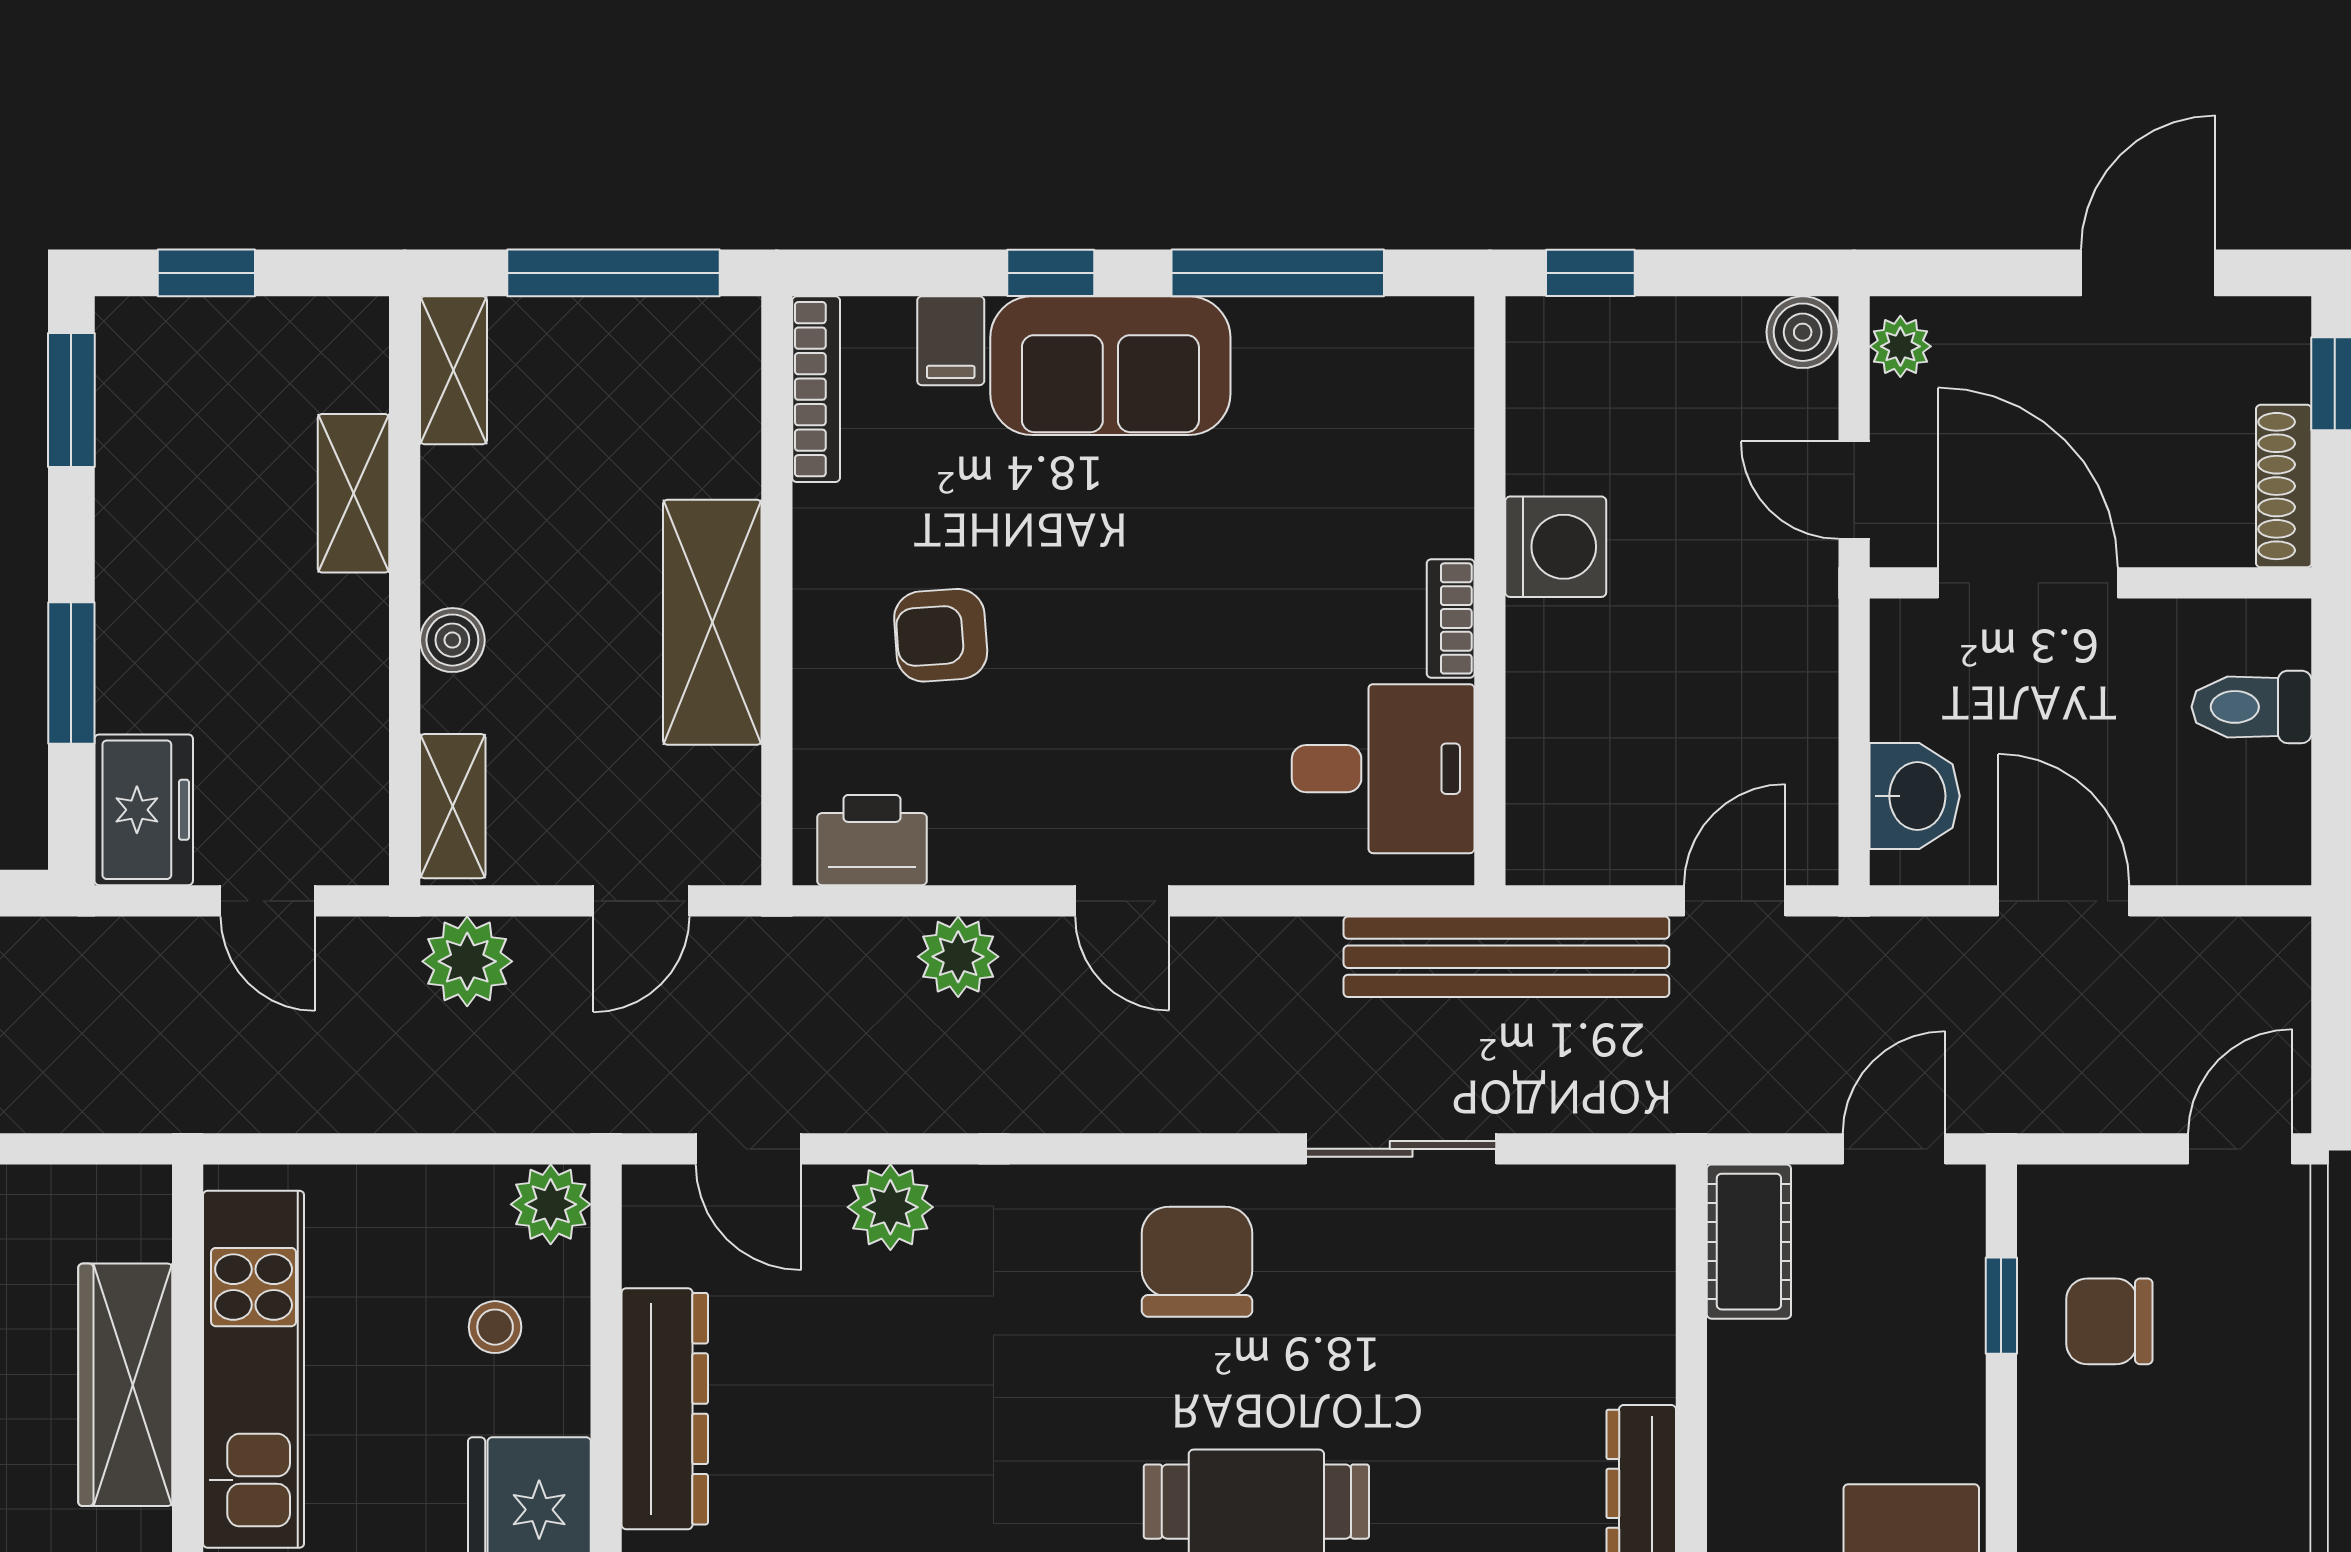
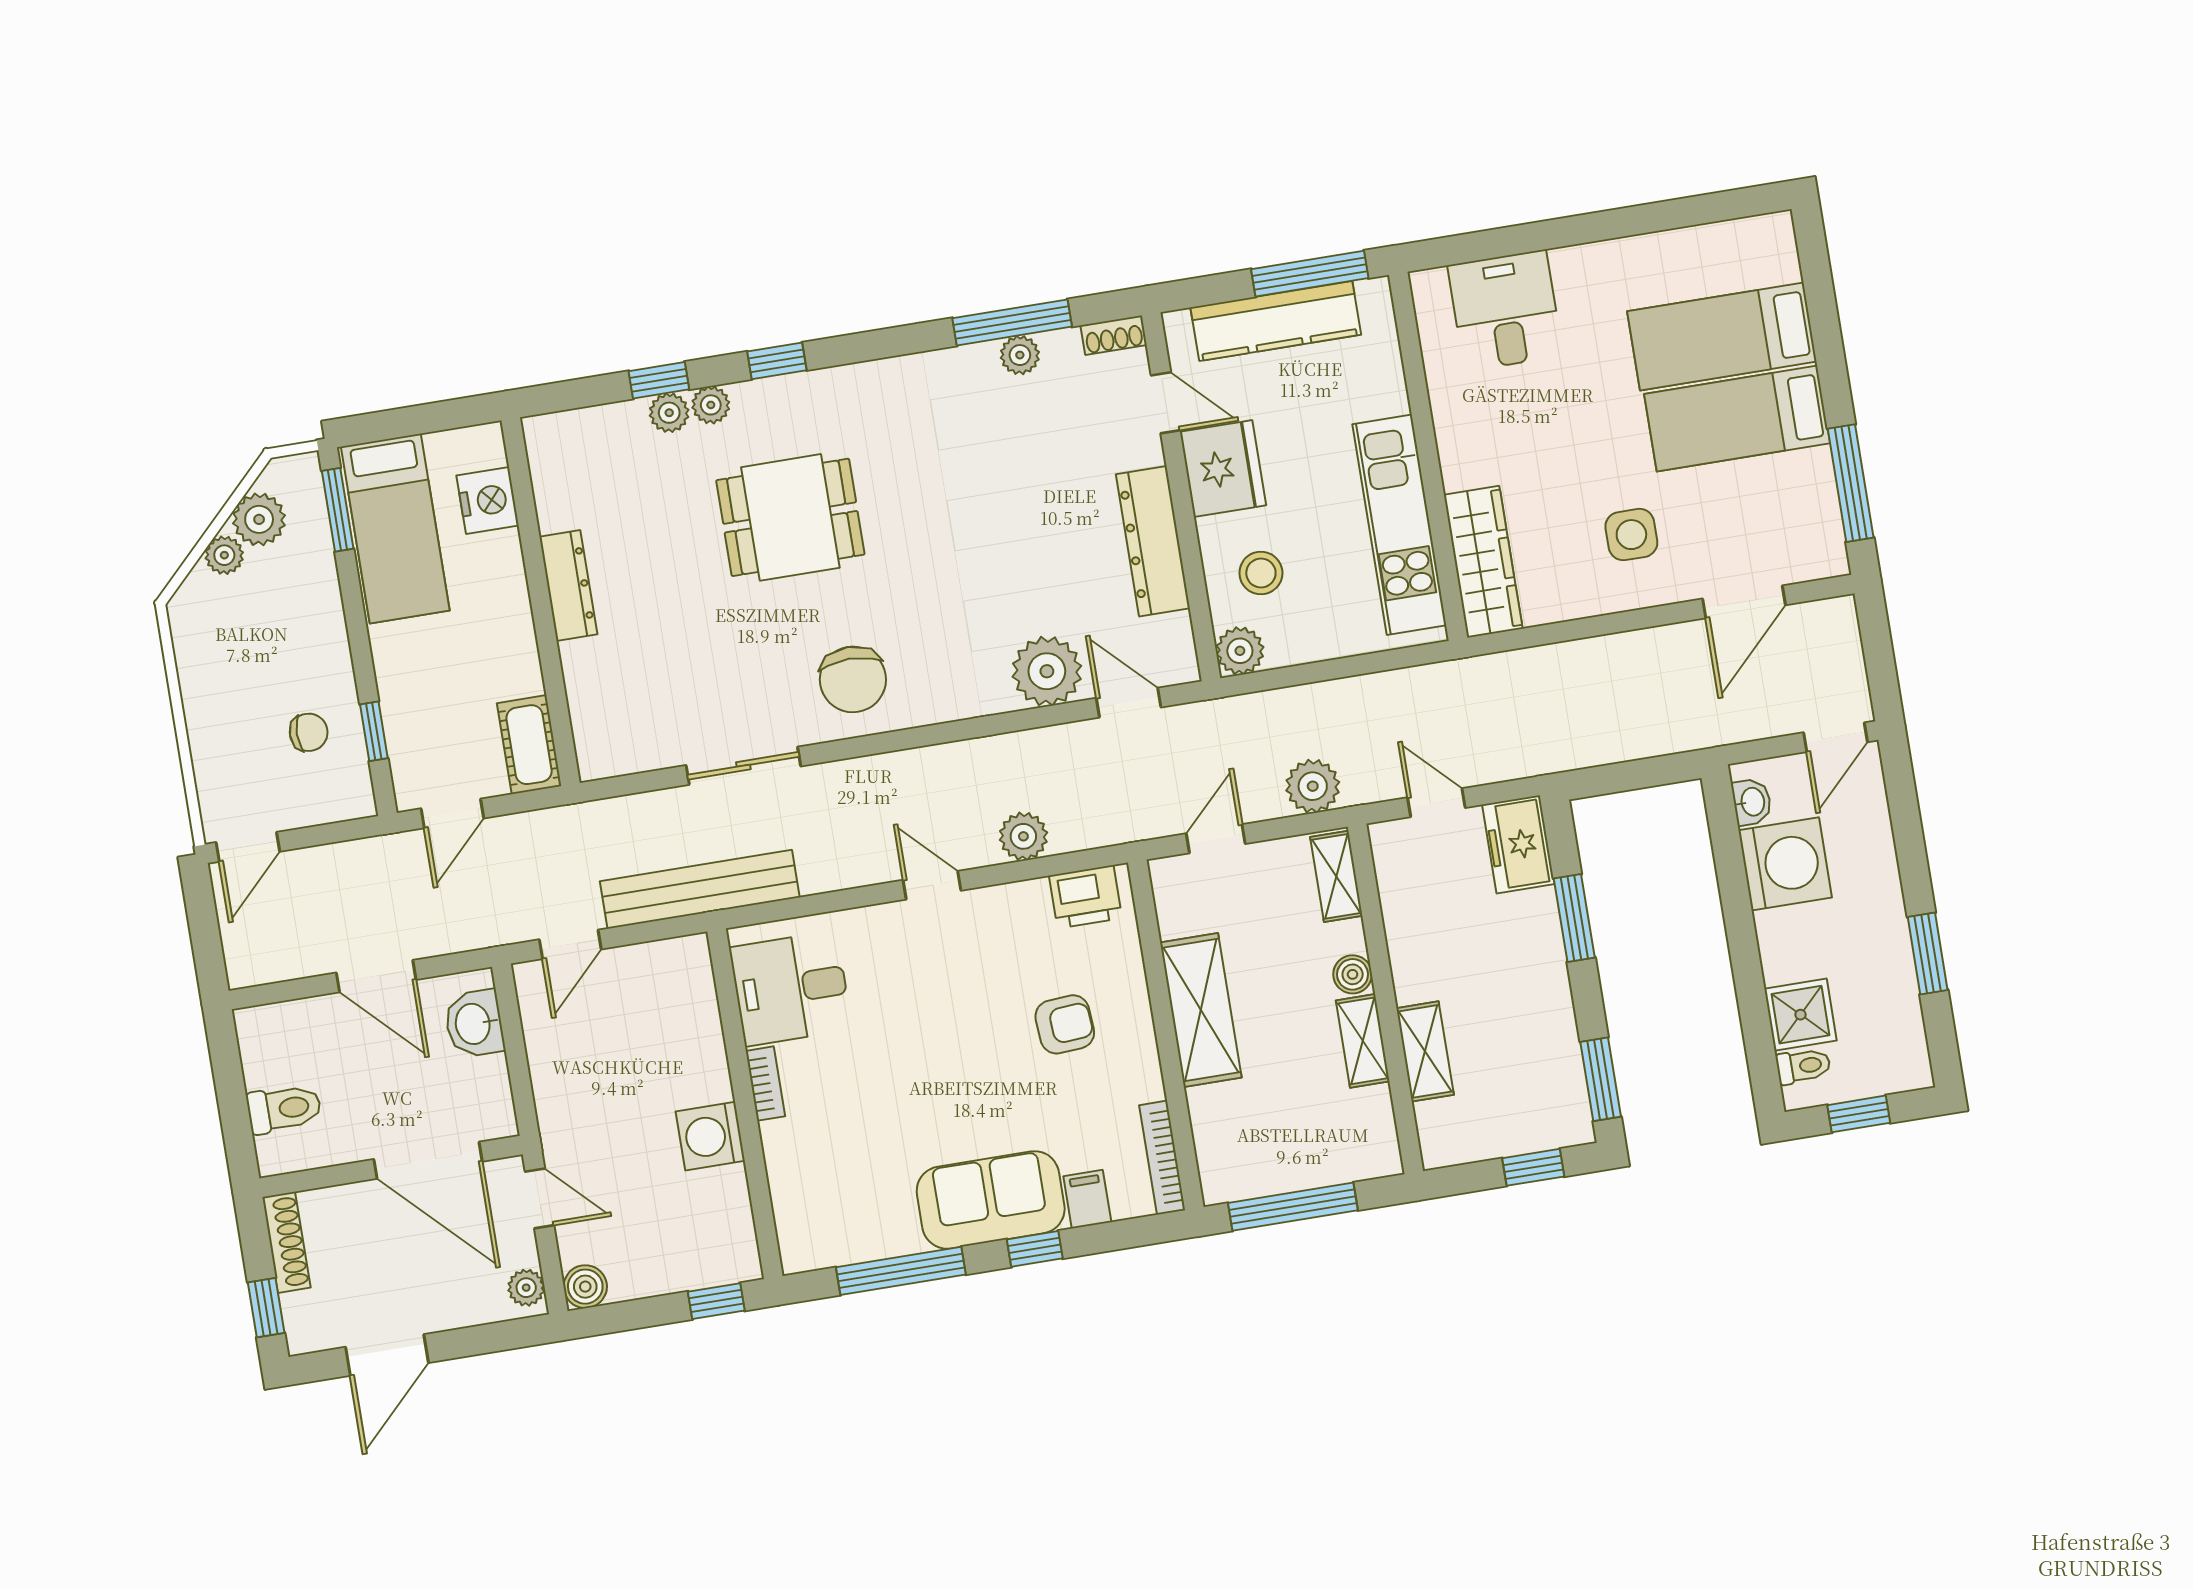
shelving: (454, 370) -> (1363, 1041), moved
plant: (890, 1207) -> (1047, 671), width x1.36, depth x1.36
chair: (2109, 1321) -> (309, 732), width x0.73, depth x0.73
stool: (495, 1327) -> (1261, 573), width x1.37, depth x1.37
wardrobe: (125, 1385) -> (1483, 562), moved

